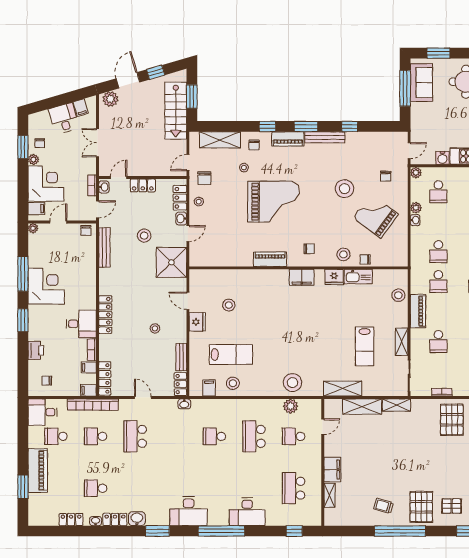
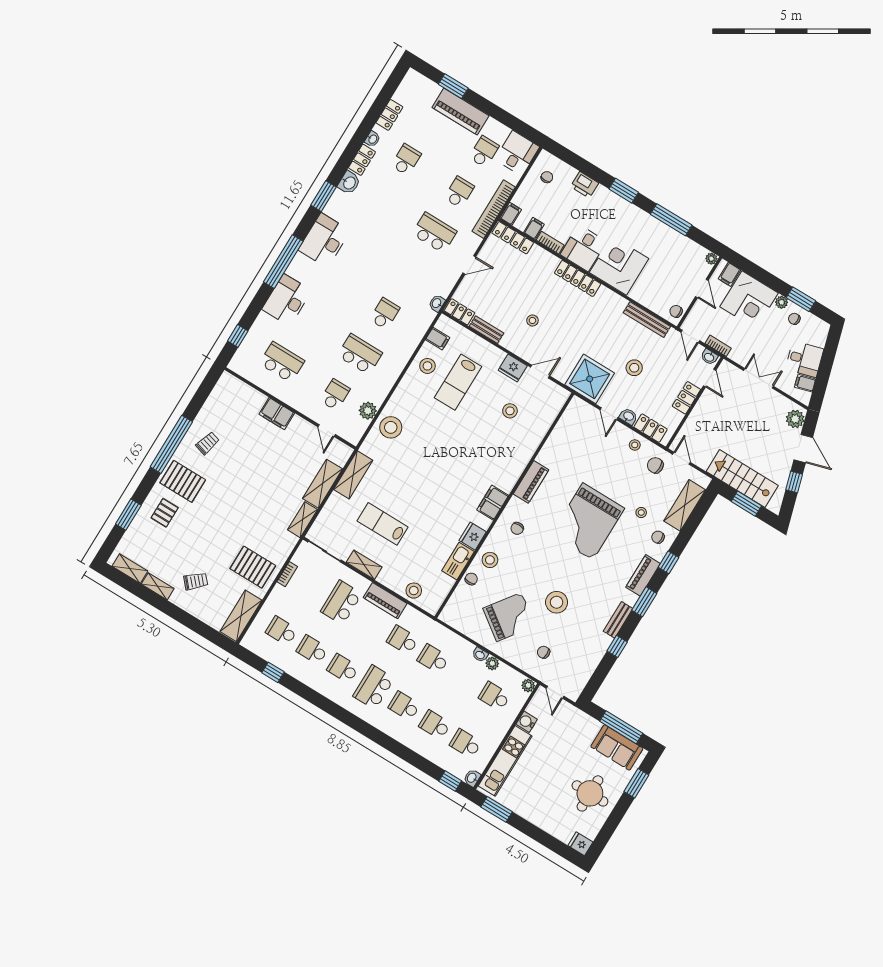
bench: (325, 137) -> (618, 620), width x0.73
corner desk: (46, 286) -> (619, 266), moved, turned 180
school desk: (438, 342) -> (341, 602), width x1.85
shelving: (329, 495) -> (252, 395), removed

